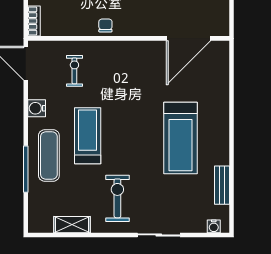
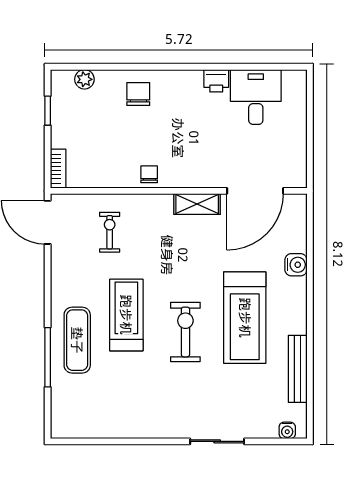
water cooler: (37, 108) -> (296, 265), moved, turned 180
bench: (222, 185) -> (298, 369), width x1.36
exercise bike: (117, 198) -> (185, 332), moved
shelving: (72, 225) -> (197, 204), moved

